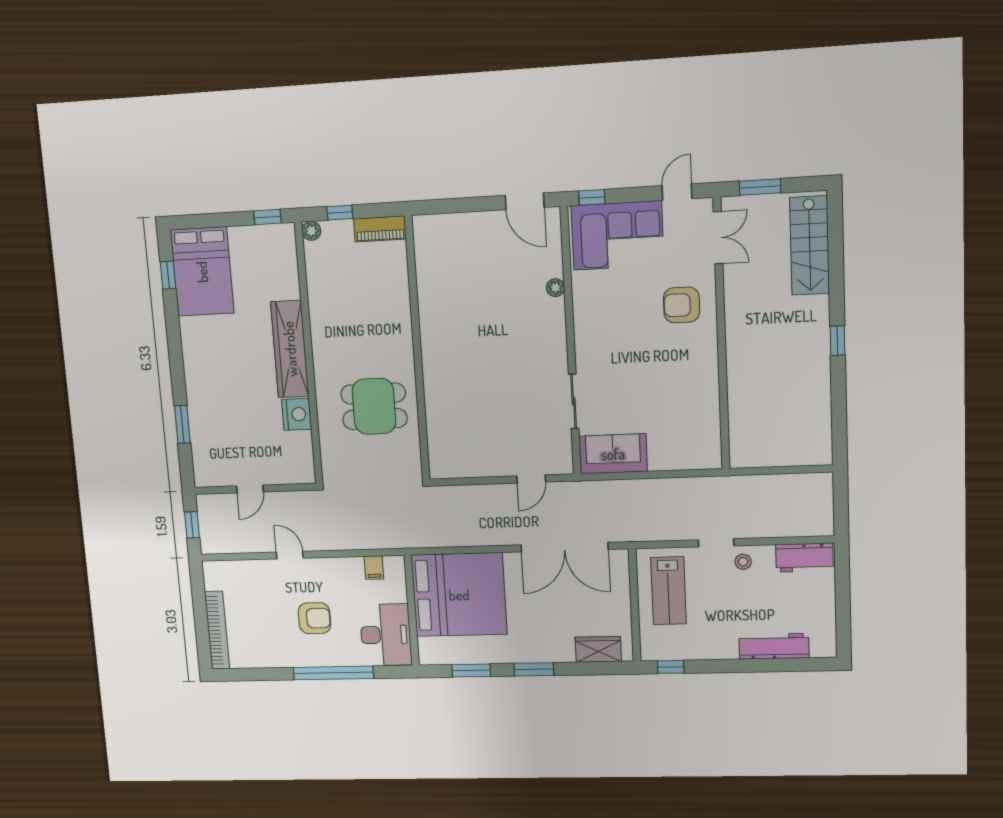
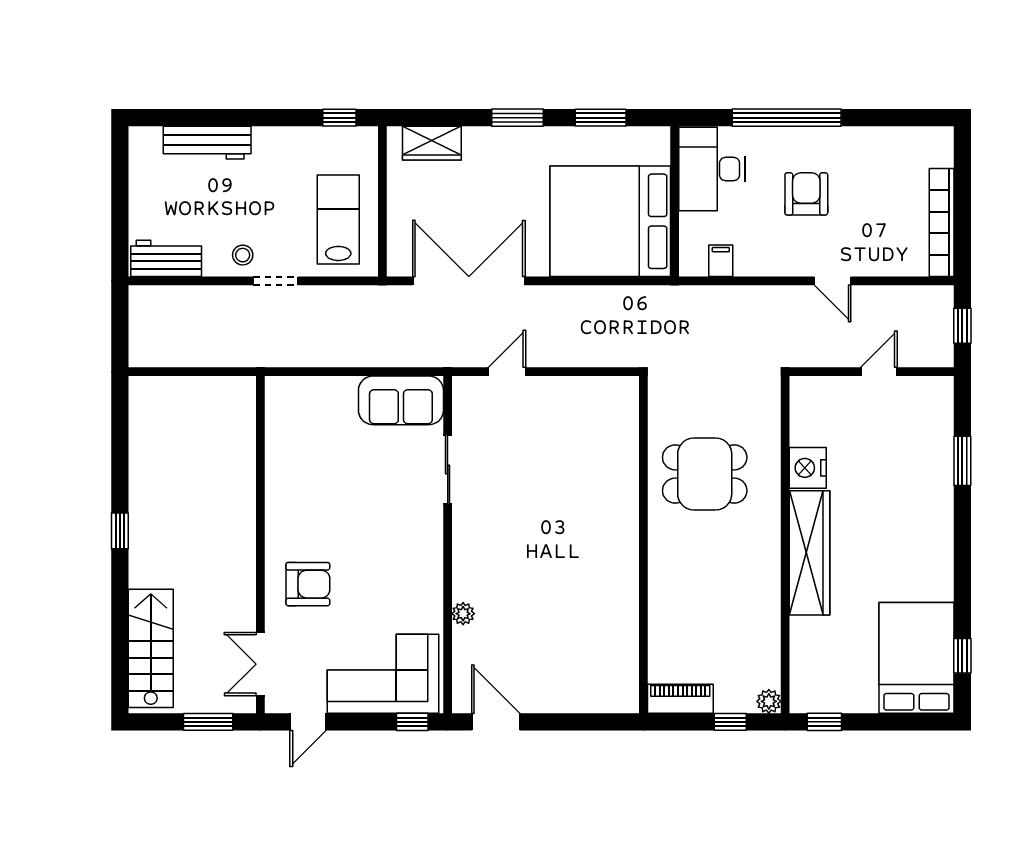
armchair: (315, 618) -> (806, 194), turned 90
bookcase: (217, 630) -> (942, 222), moved

